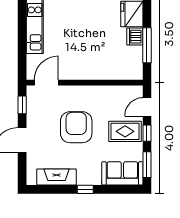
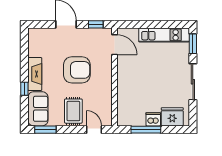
window: (147, 133) -> (72, 130), removed
fireplace: (57, 177) -> (35, 74), moved
window: (85, 189) -> (24, 89), moved

